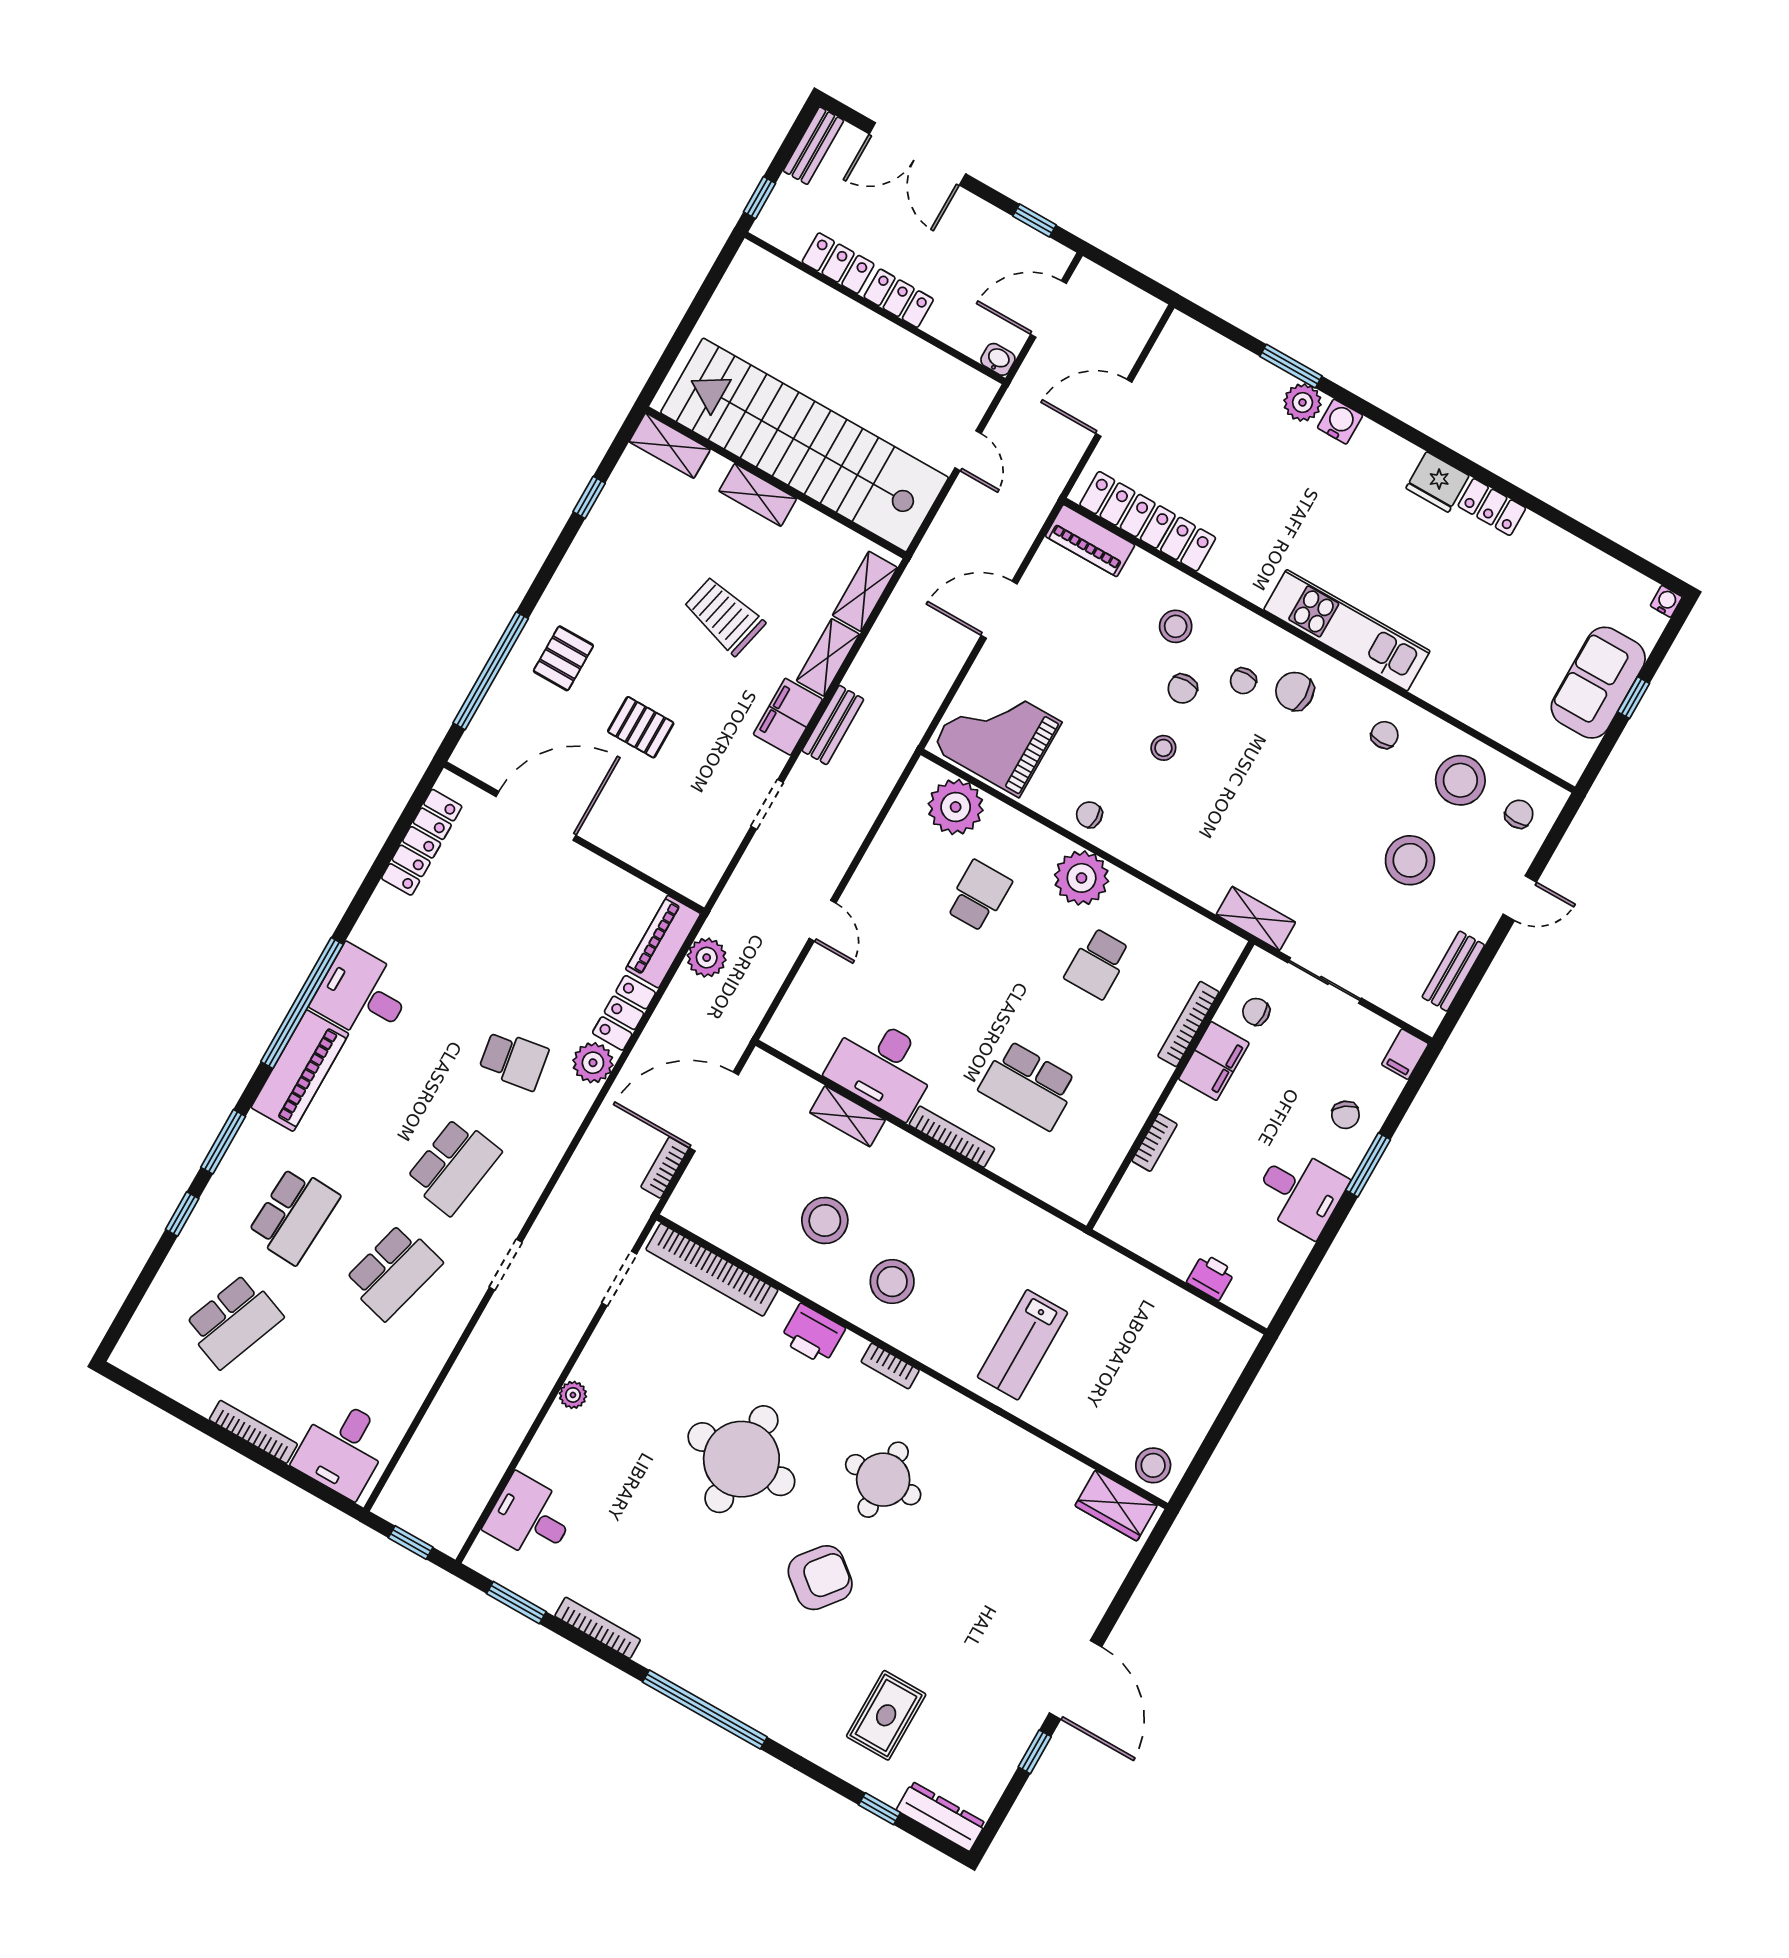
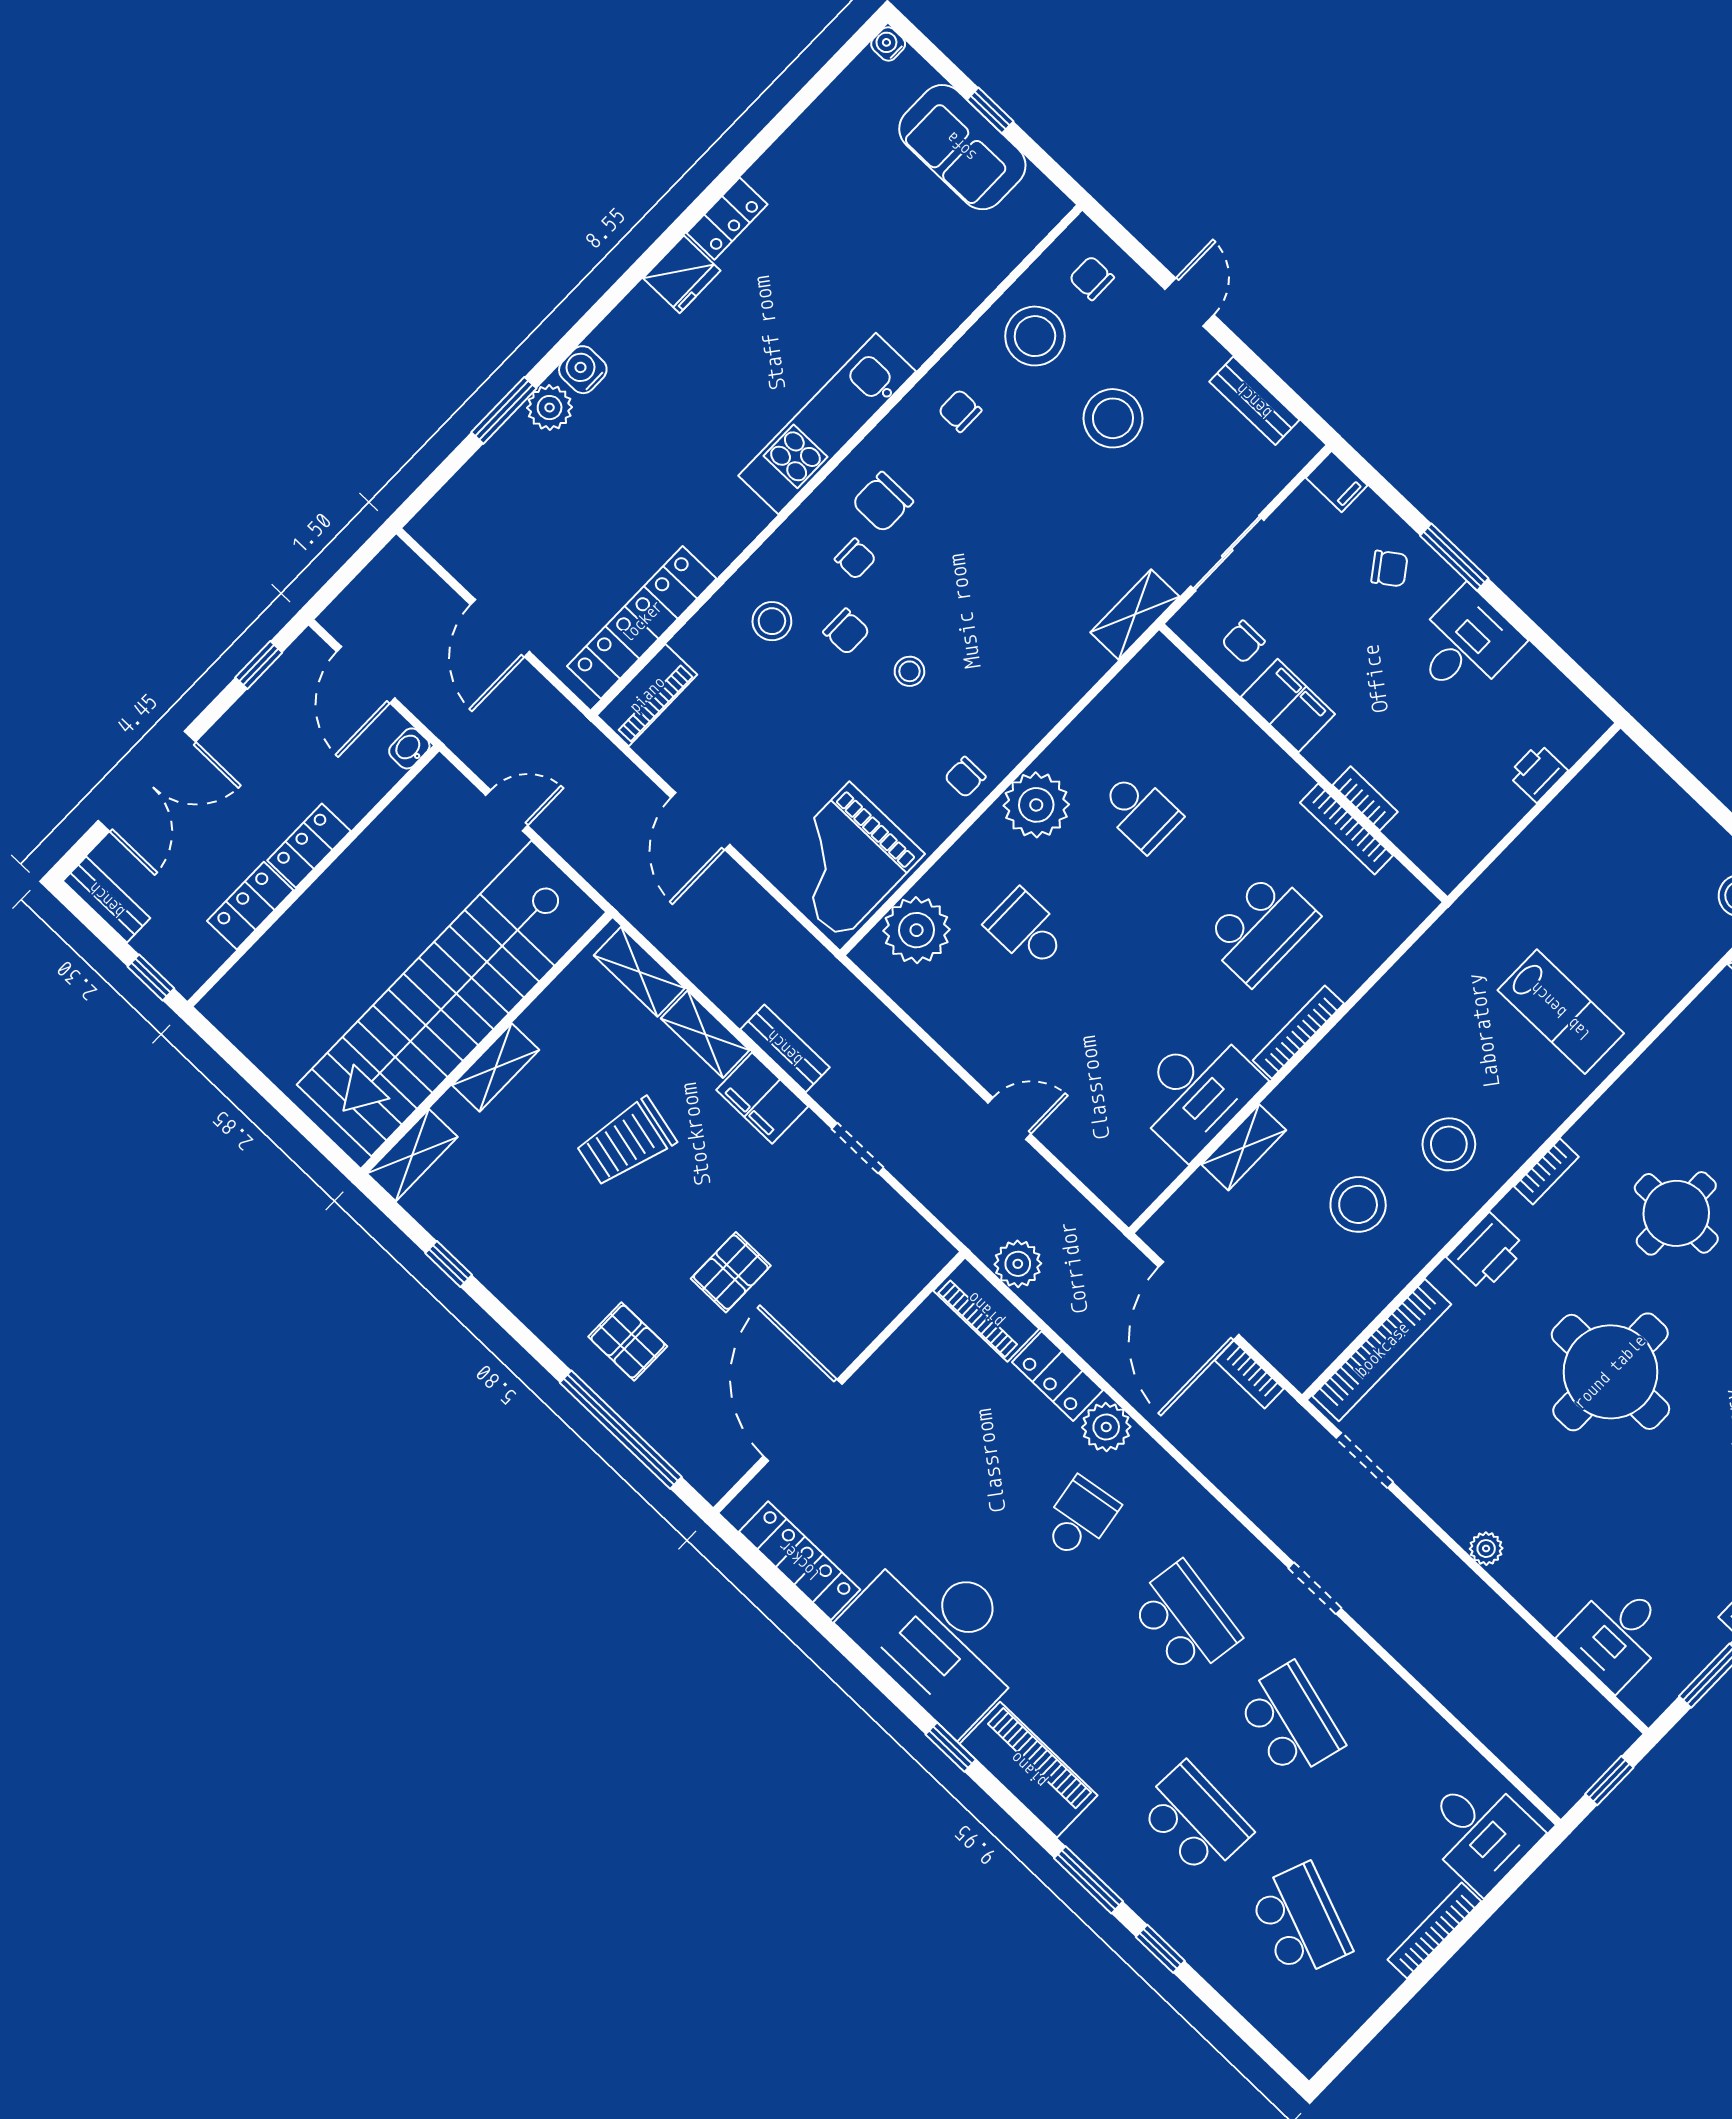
desk: (363, 994) -> (940, 1636), width x1.87, depth x1.30
window: (302, 1003) -> (951, 1747), width x0.32
bookcase: (1188, 1024) -> (1347, 829), moved

